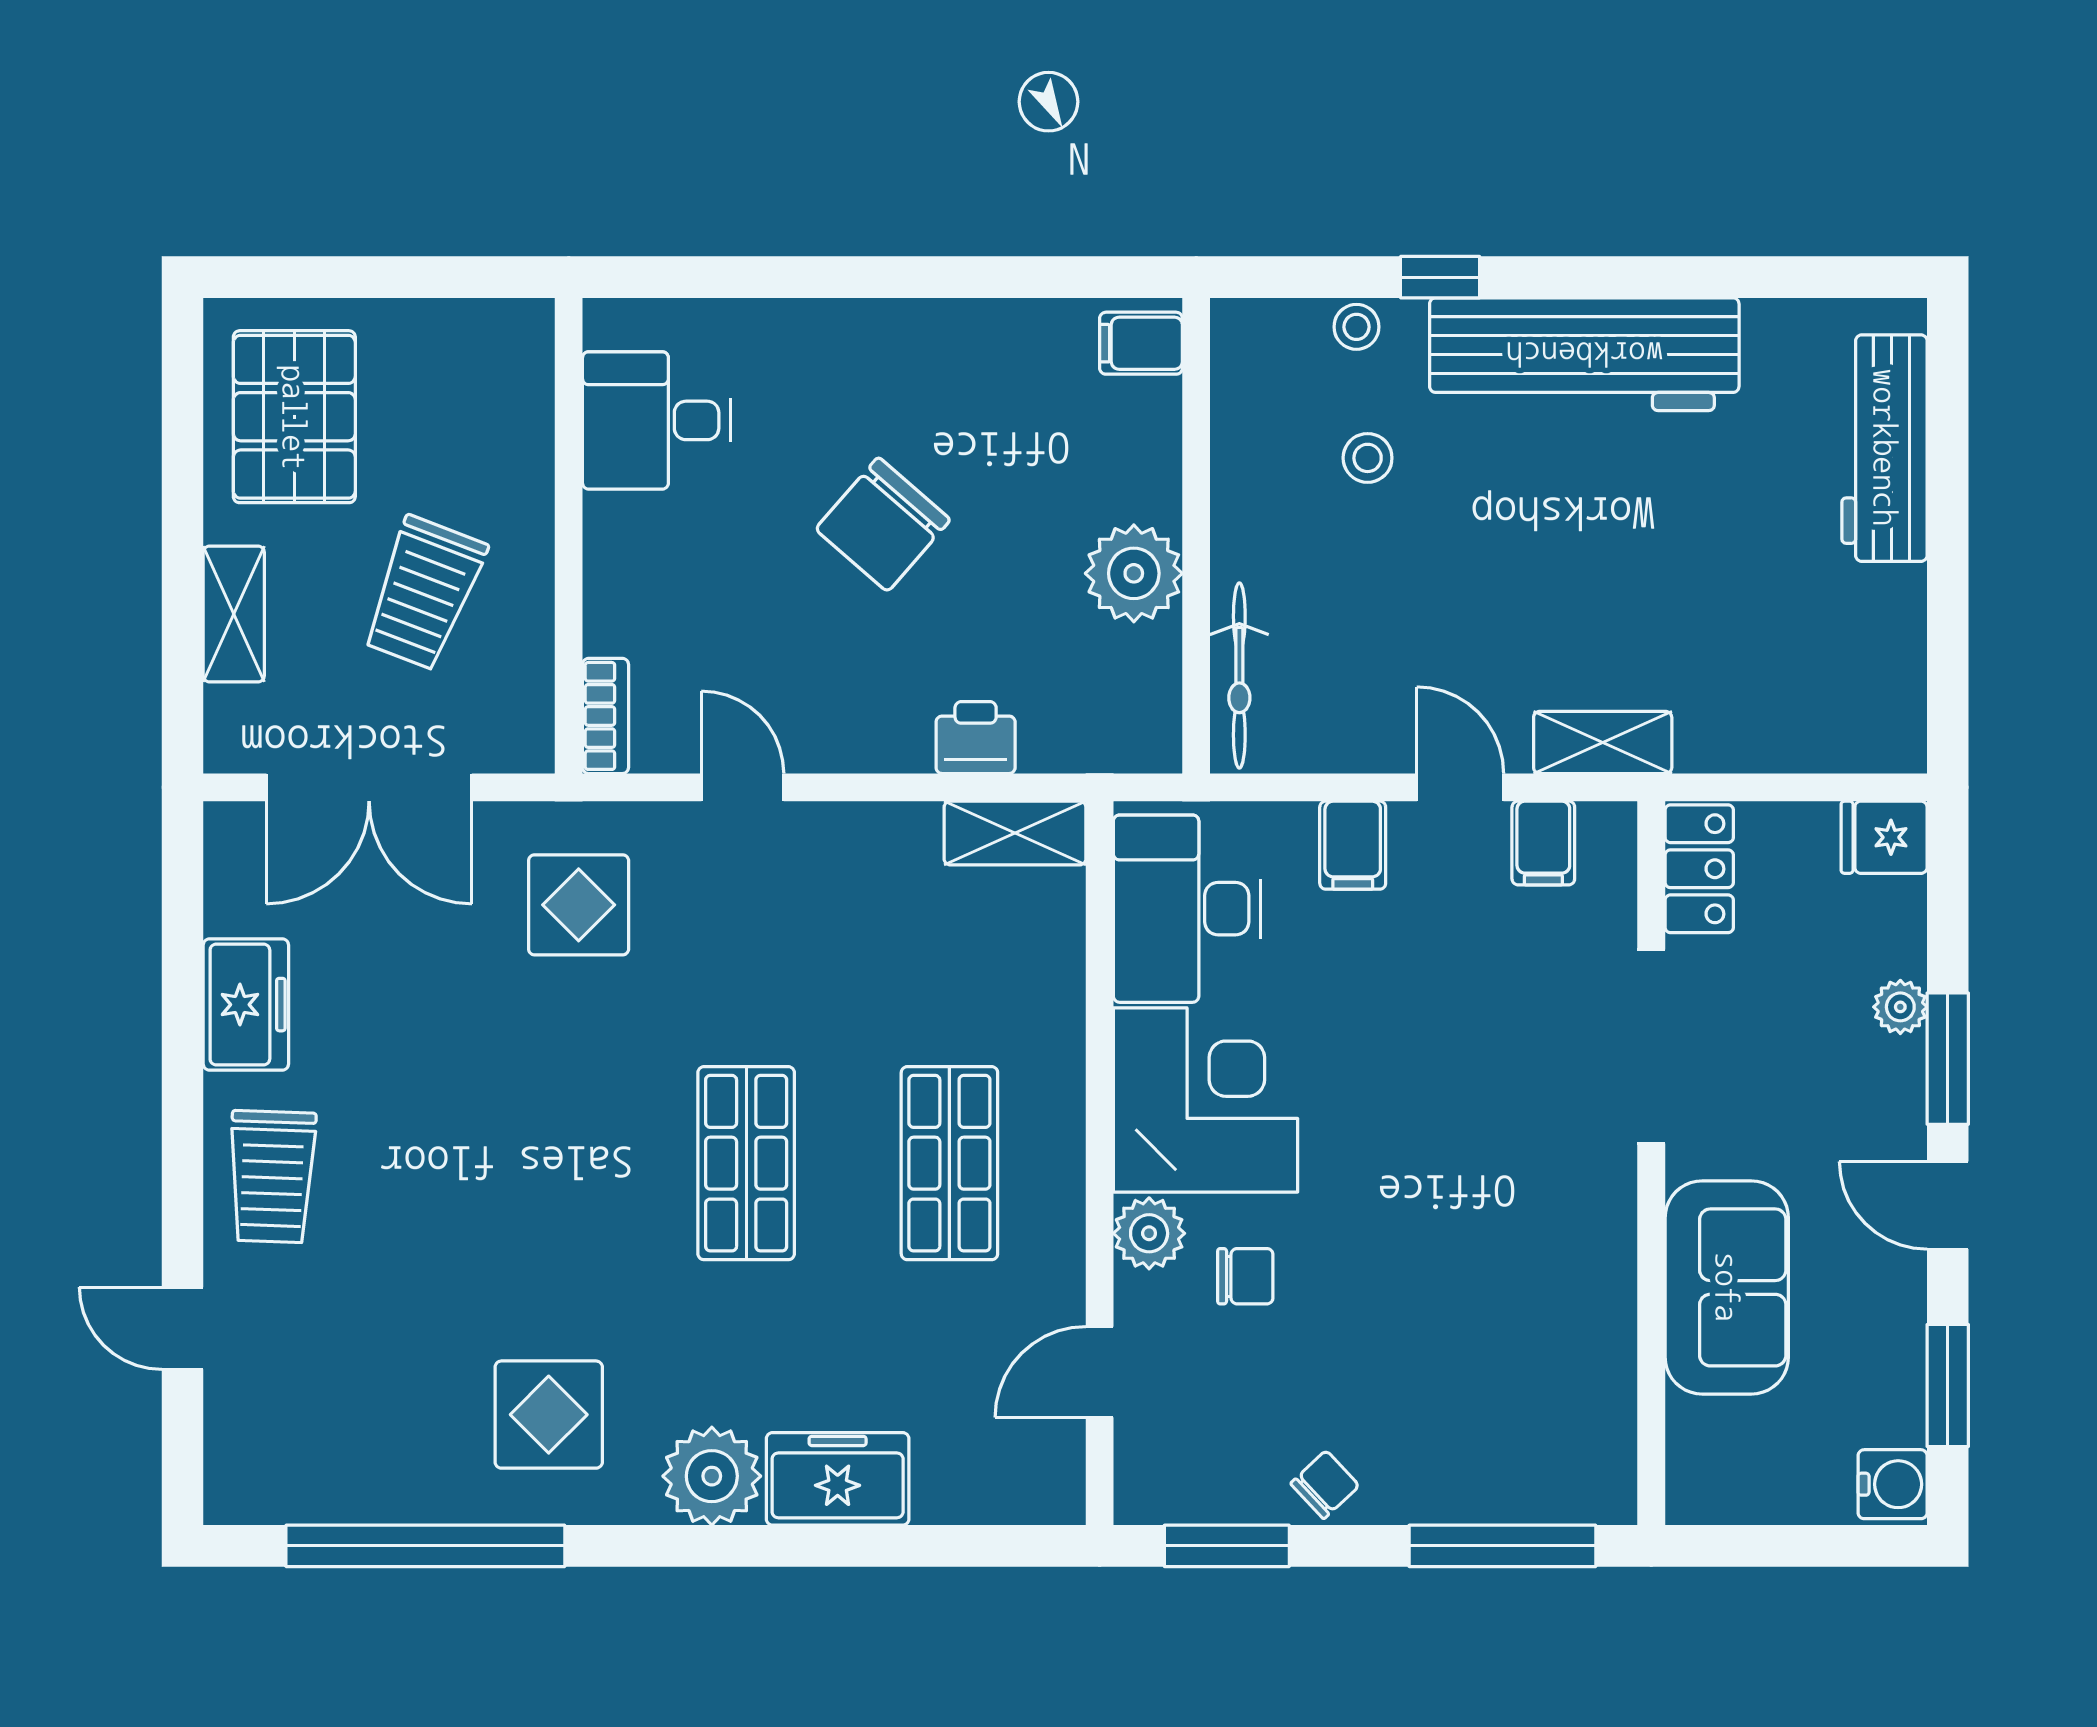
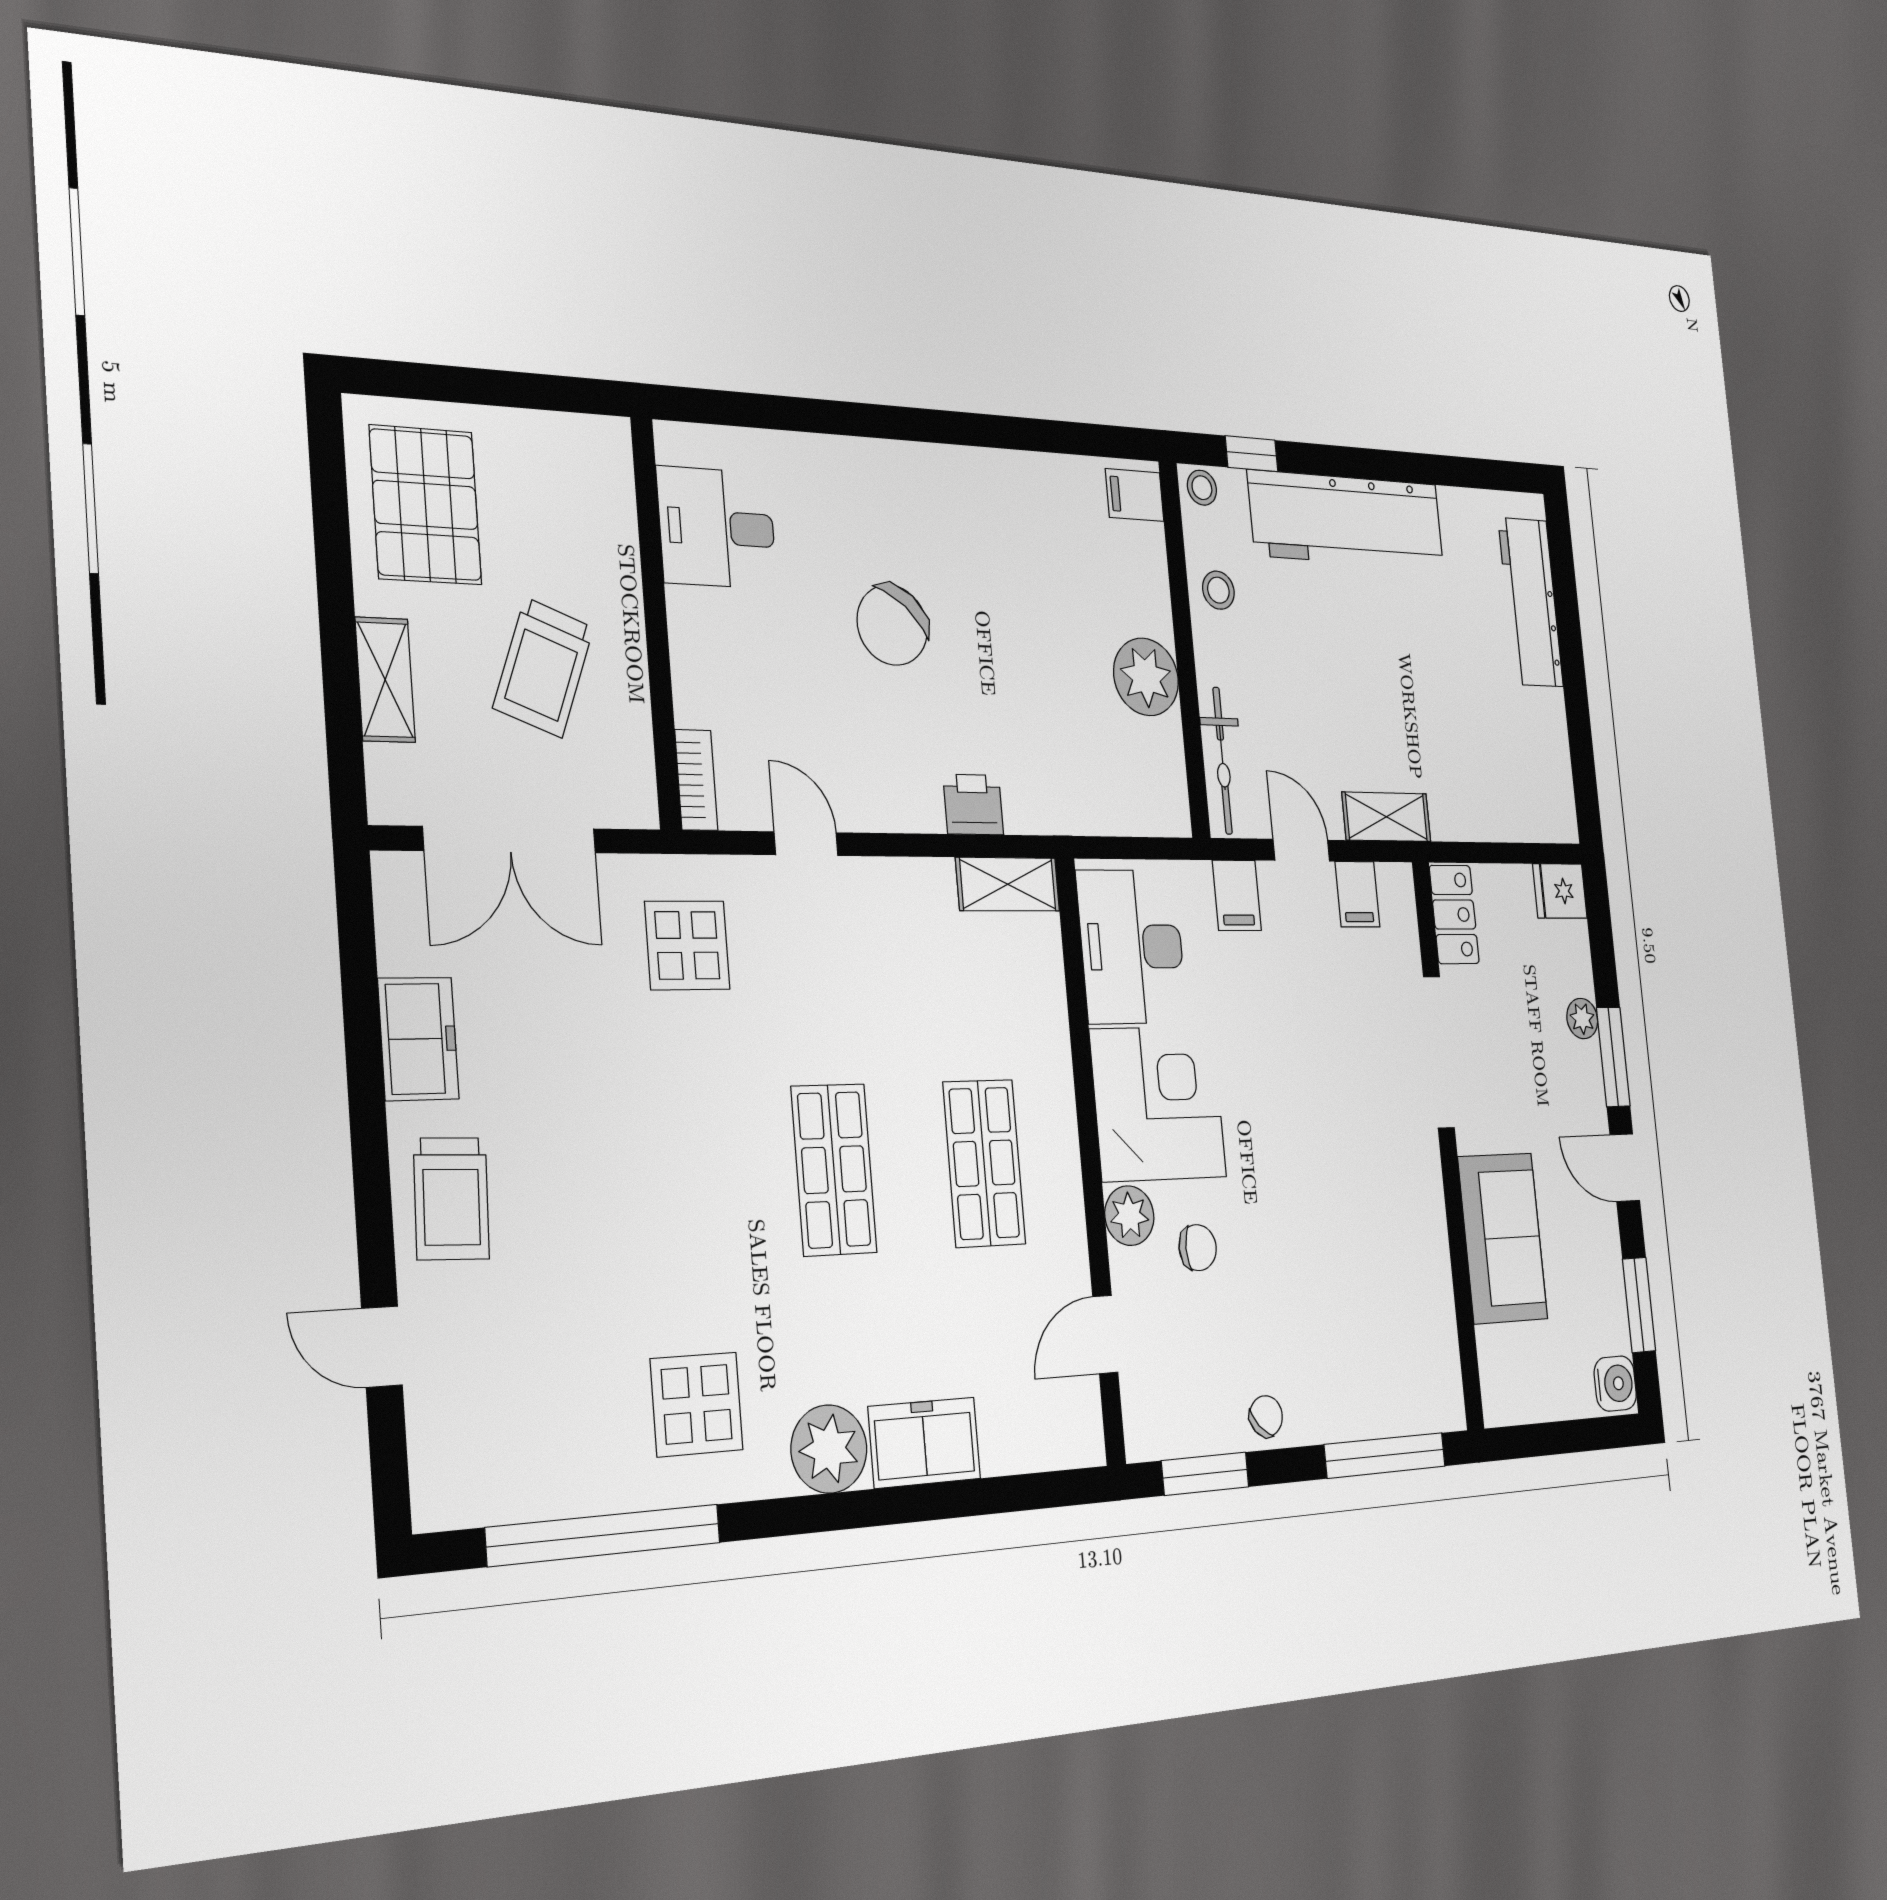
filing cabinet: (1141, 343) -> (1135, 495), moved
wall: (1196, 536) -> (1184, 649), moved
plant: (1134, 573) -> (1146, 677), moved
bicycle: (1239, 676) -> (1223, 761), moved

